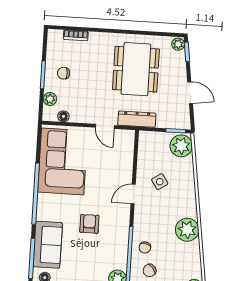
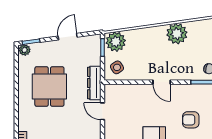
dining table: (136, 69) -> (49, 87), width x0.73
door: (105, 126) -> (102, 111), swing flipped
side table: (160, 182) -> (117, 67), moved
plant: (187, 230) -> (177, 34), moved

